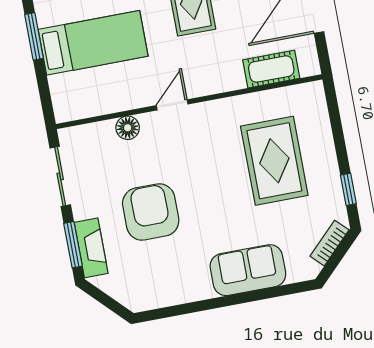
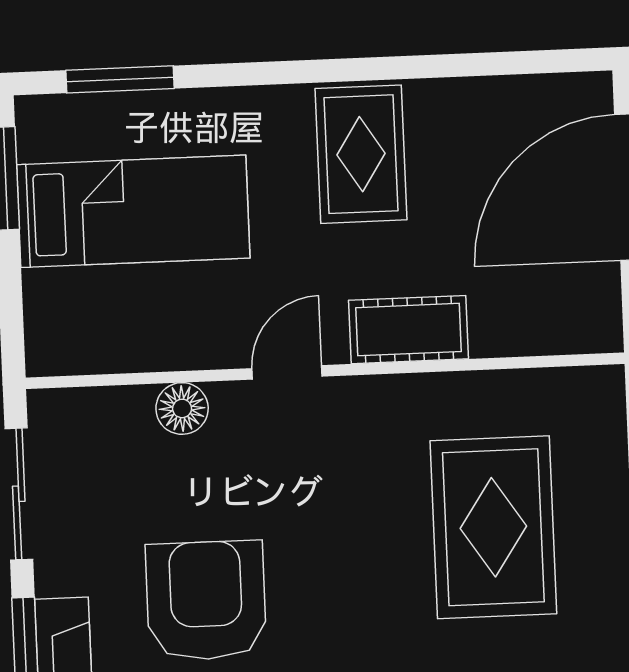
cot: (271, 69) -> (408, 330), moved

